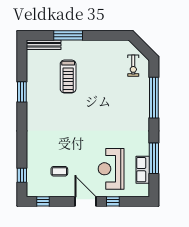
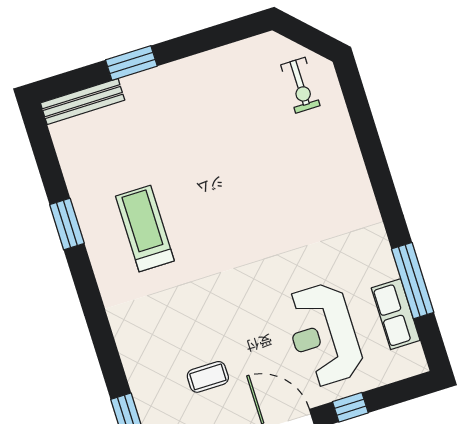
window: (68, 35) -> (131, 63), width x0.69
treadmill: (68, 77) -> (145, 229), moved, turned 180
window: (154, 98) -> (370, 143), removed

